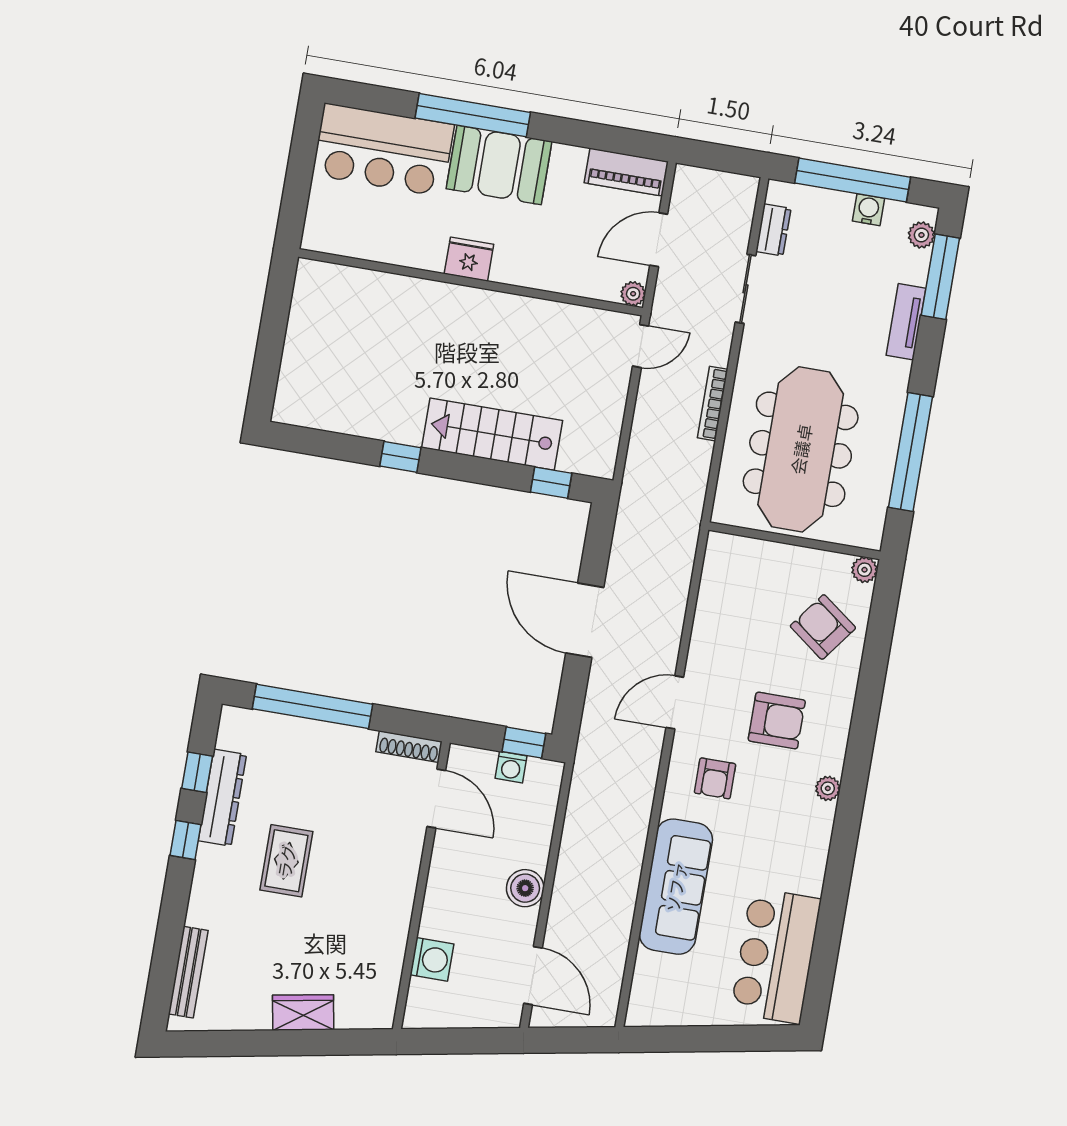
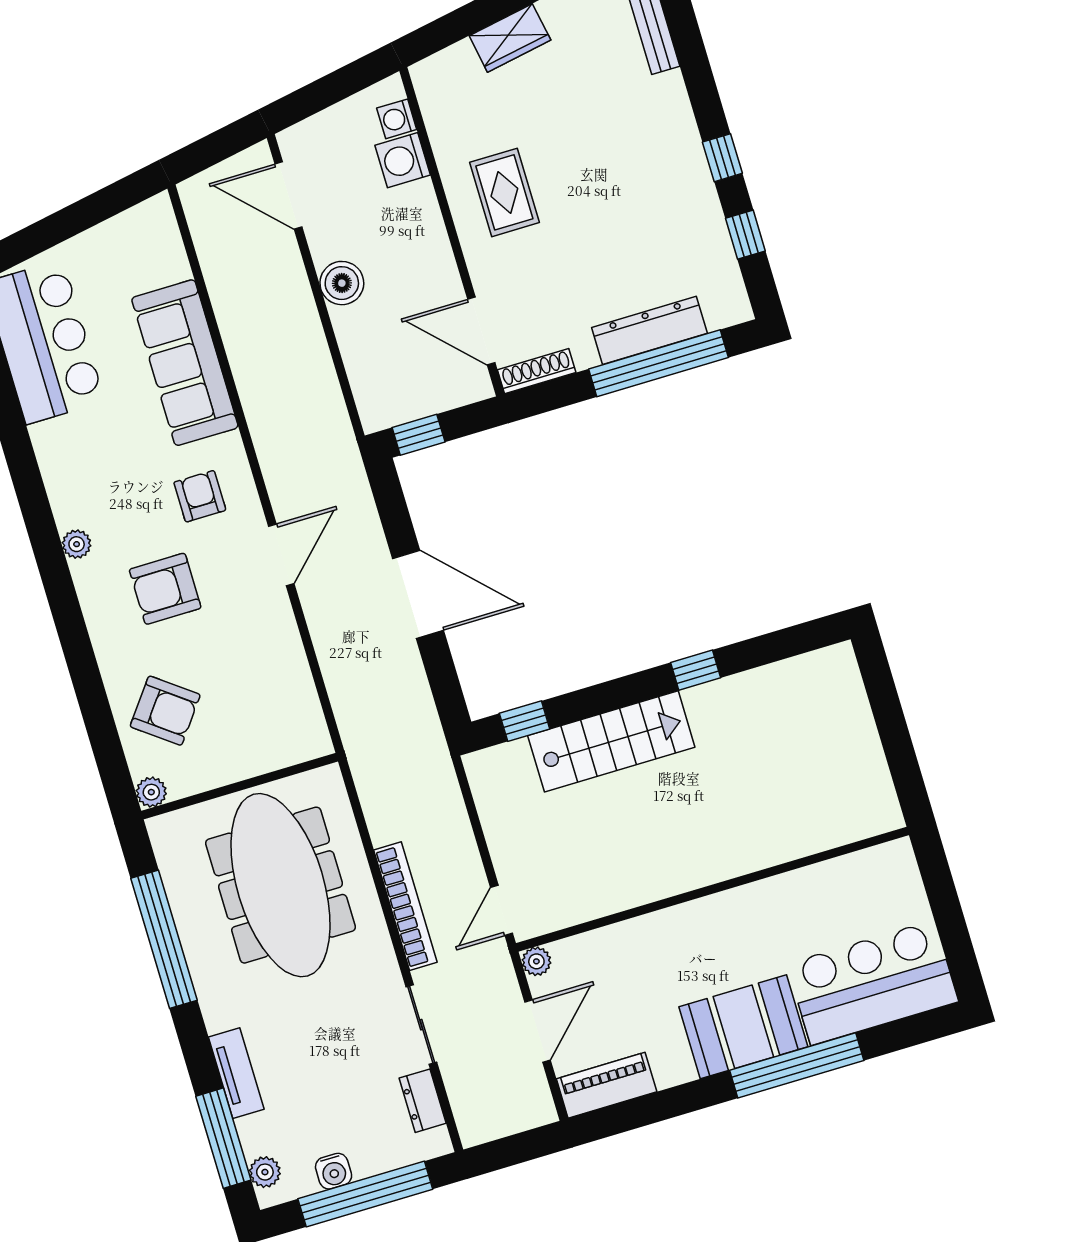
fridge: (469, 259) -> (726, 913), removed
bookcase: (713, 404) -> (405, 906), width x1.48, depth x1.31
washing machine: (511, 767) -> (397, 119), moved, turned -90
dresser: (222, 798) -> (649, 330), moved, turned 90
rug: (286, 861) -> (504, 192), moved

